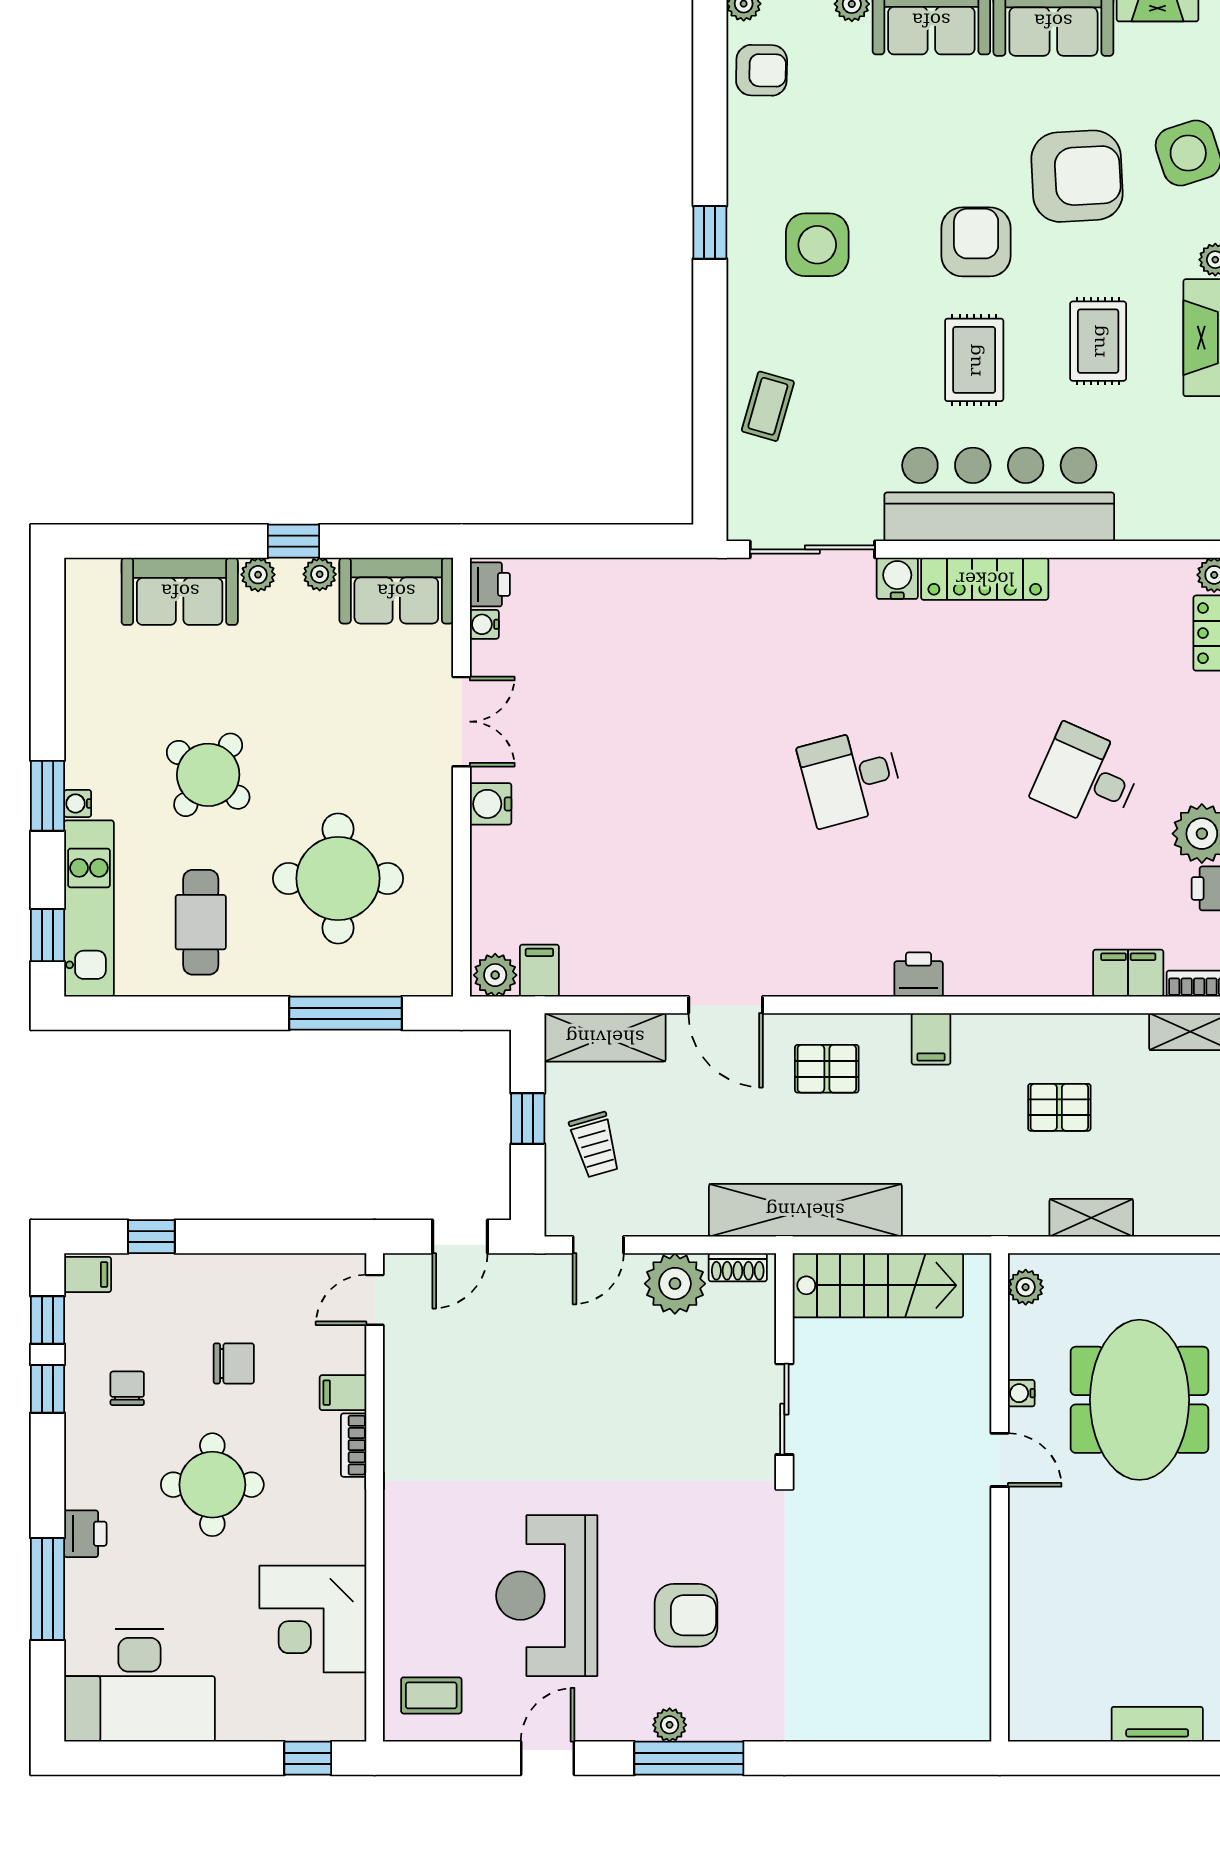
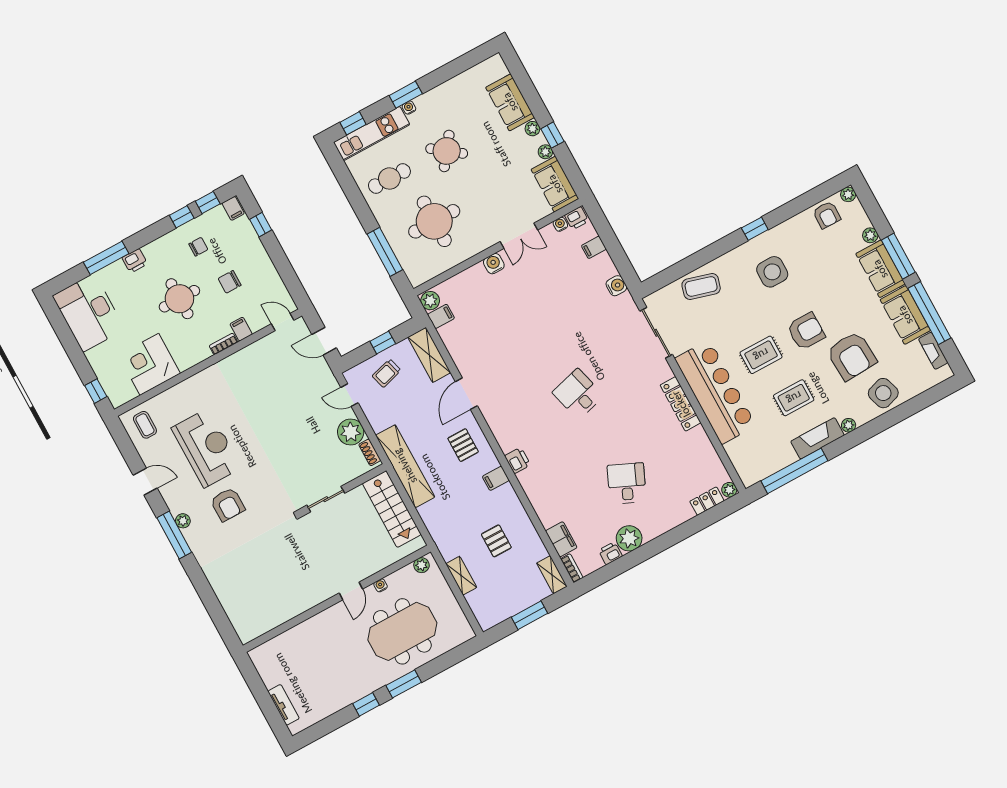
coffee table: (768, 406) -> (701, 286), width x1.36, depth x1.30
water cooler: (897, 578) -> (616, 286), moved
filing cabinet: (569, 582) -> (594, 247), added
chair: (234, 1363) -> (230, 282), turned 90
reception desk: (547, 1596) -> (206, 448), turned 90

